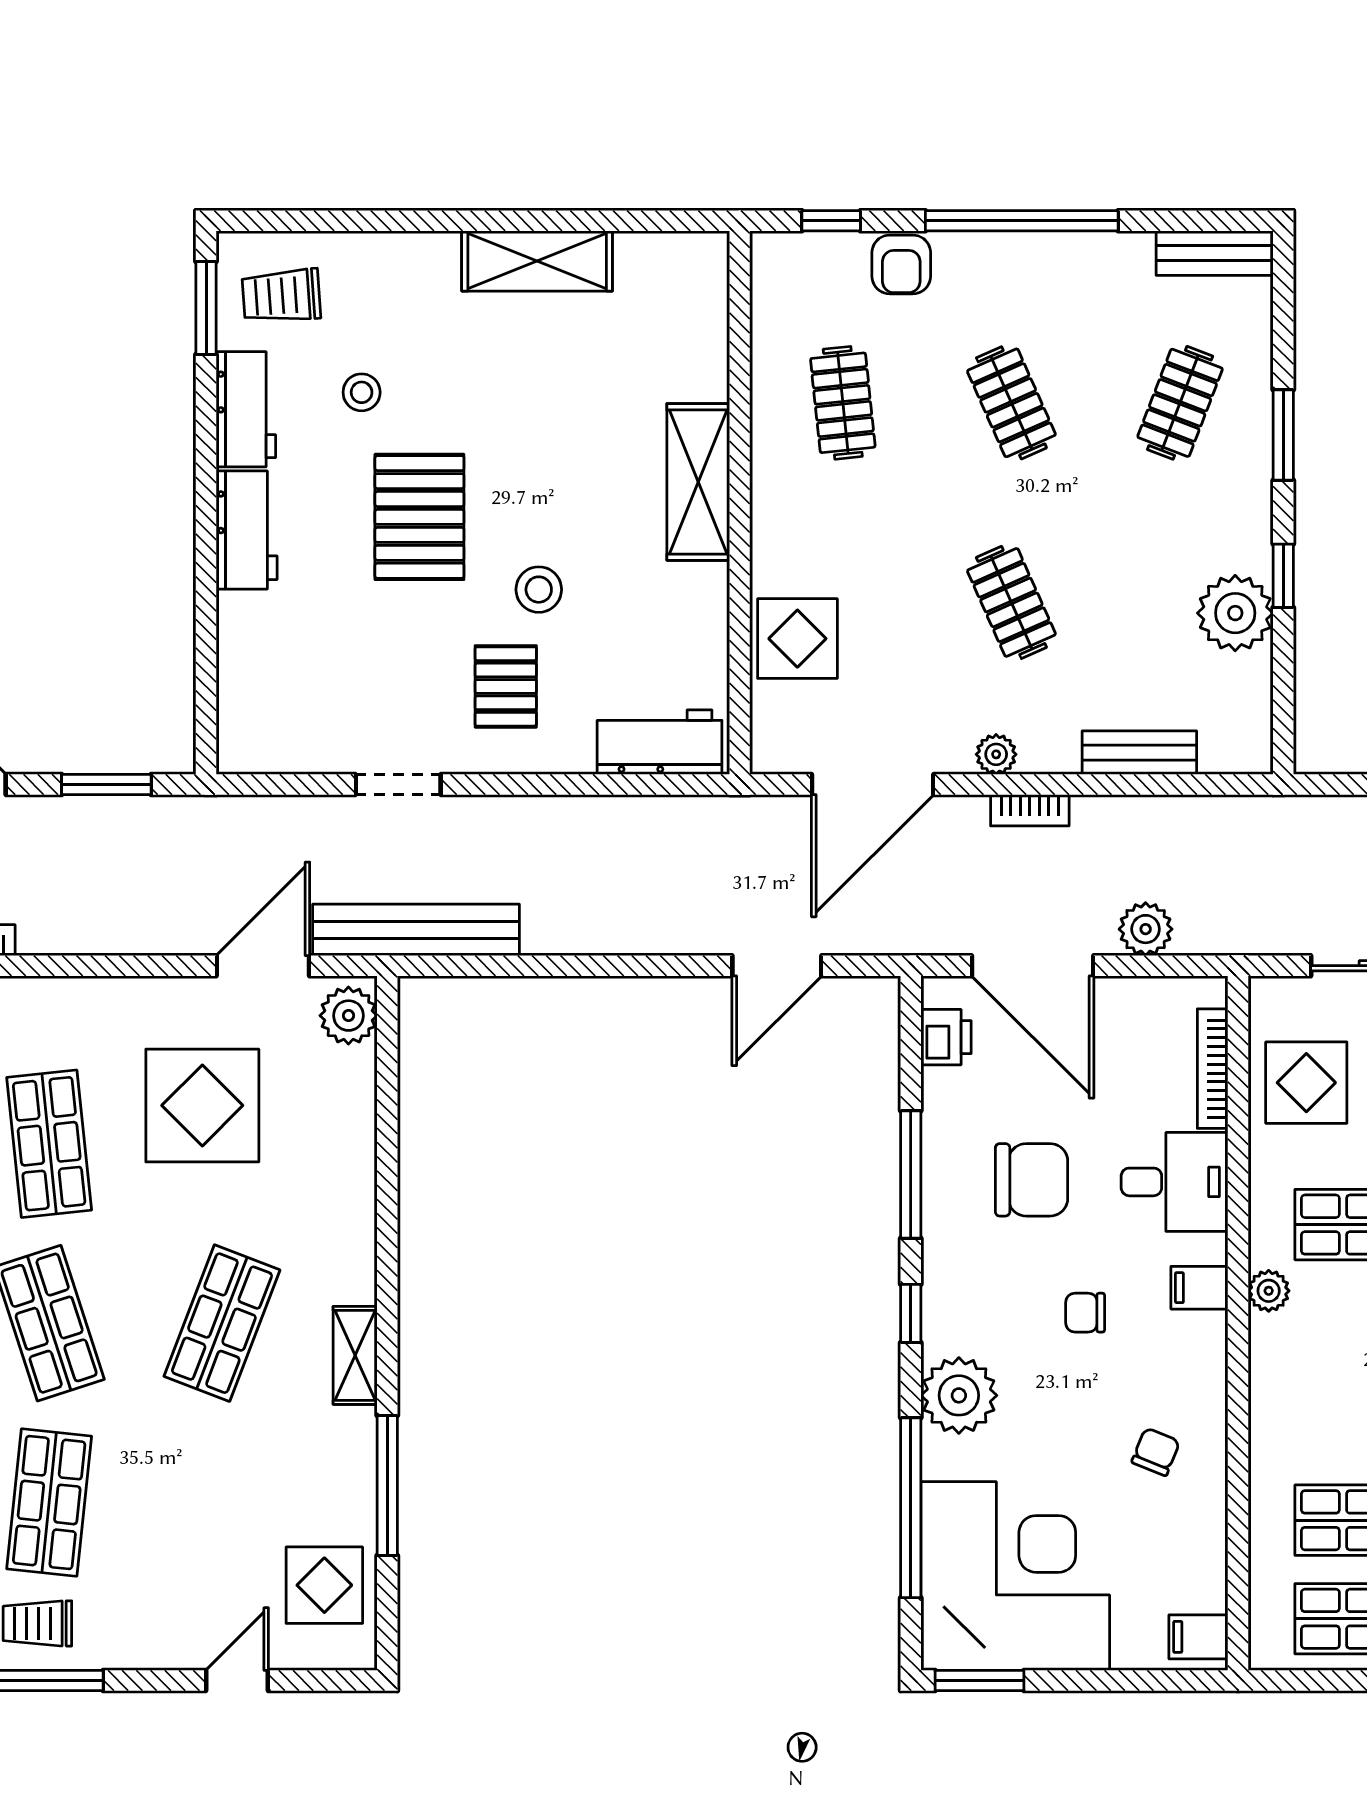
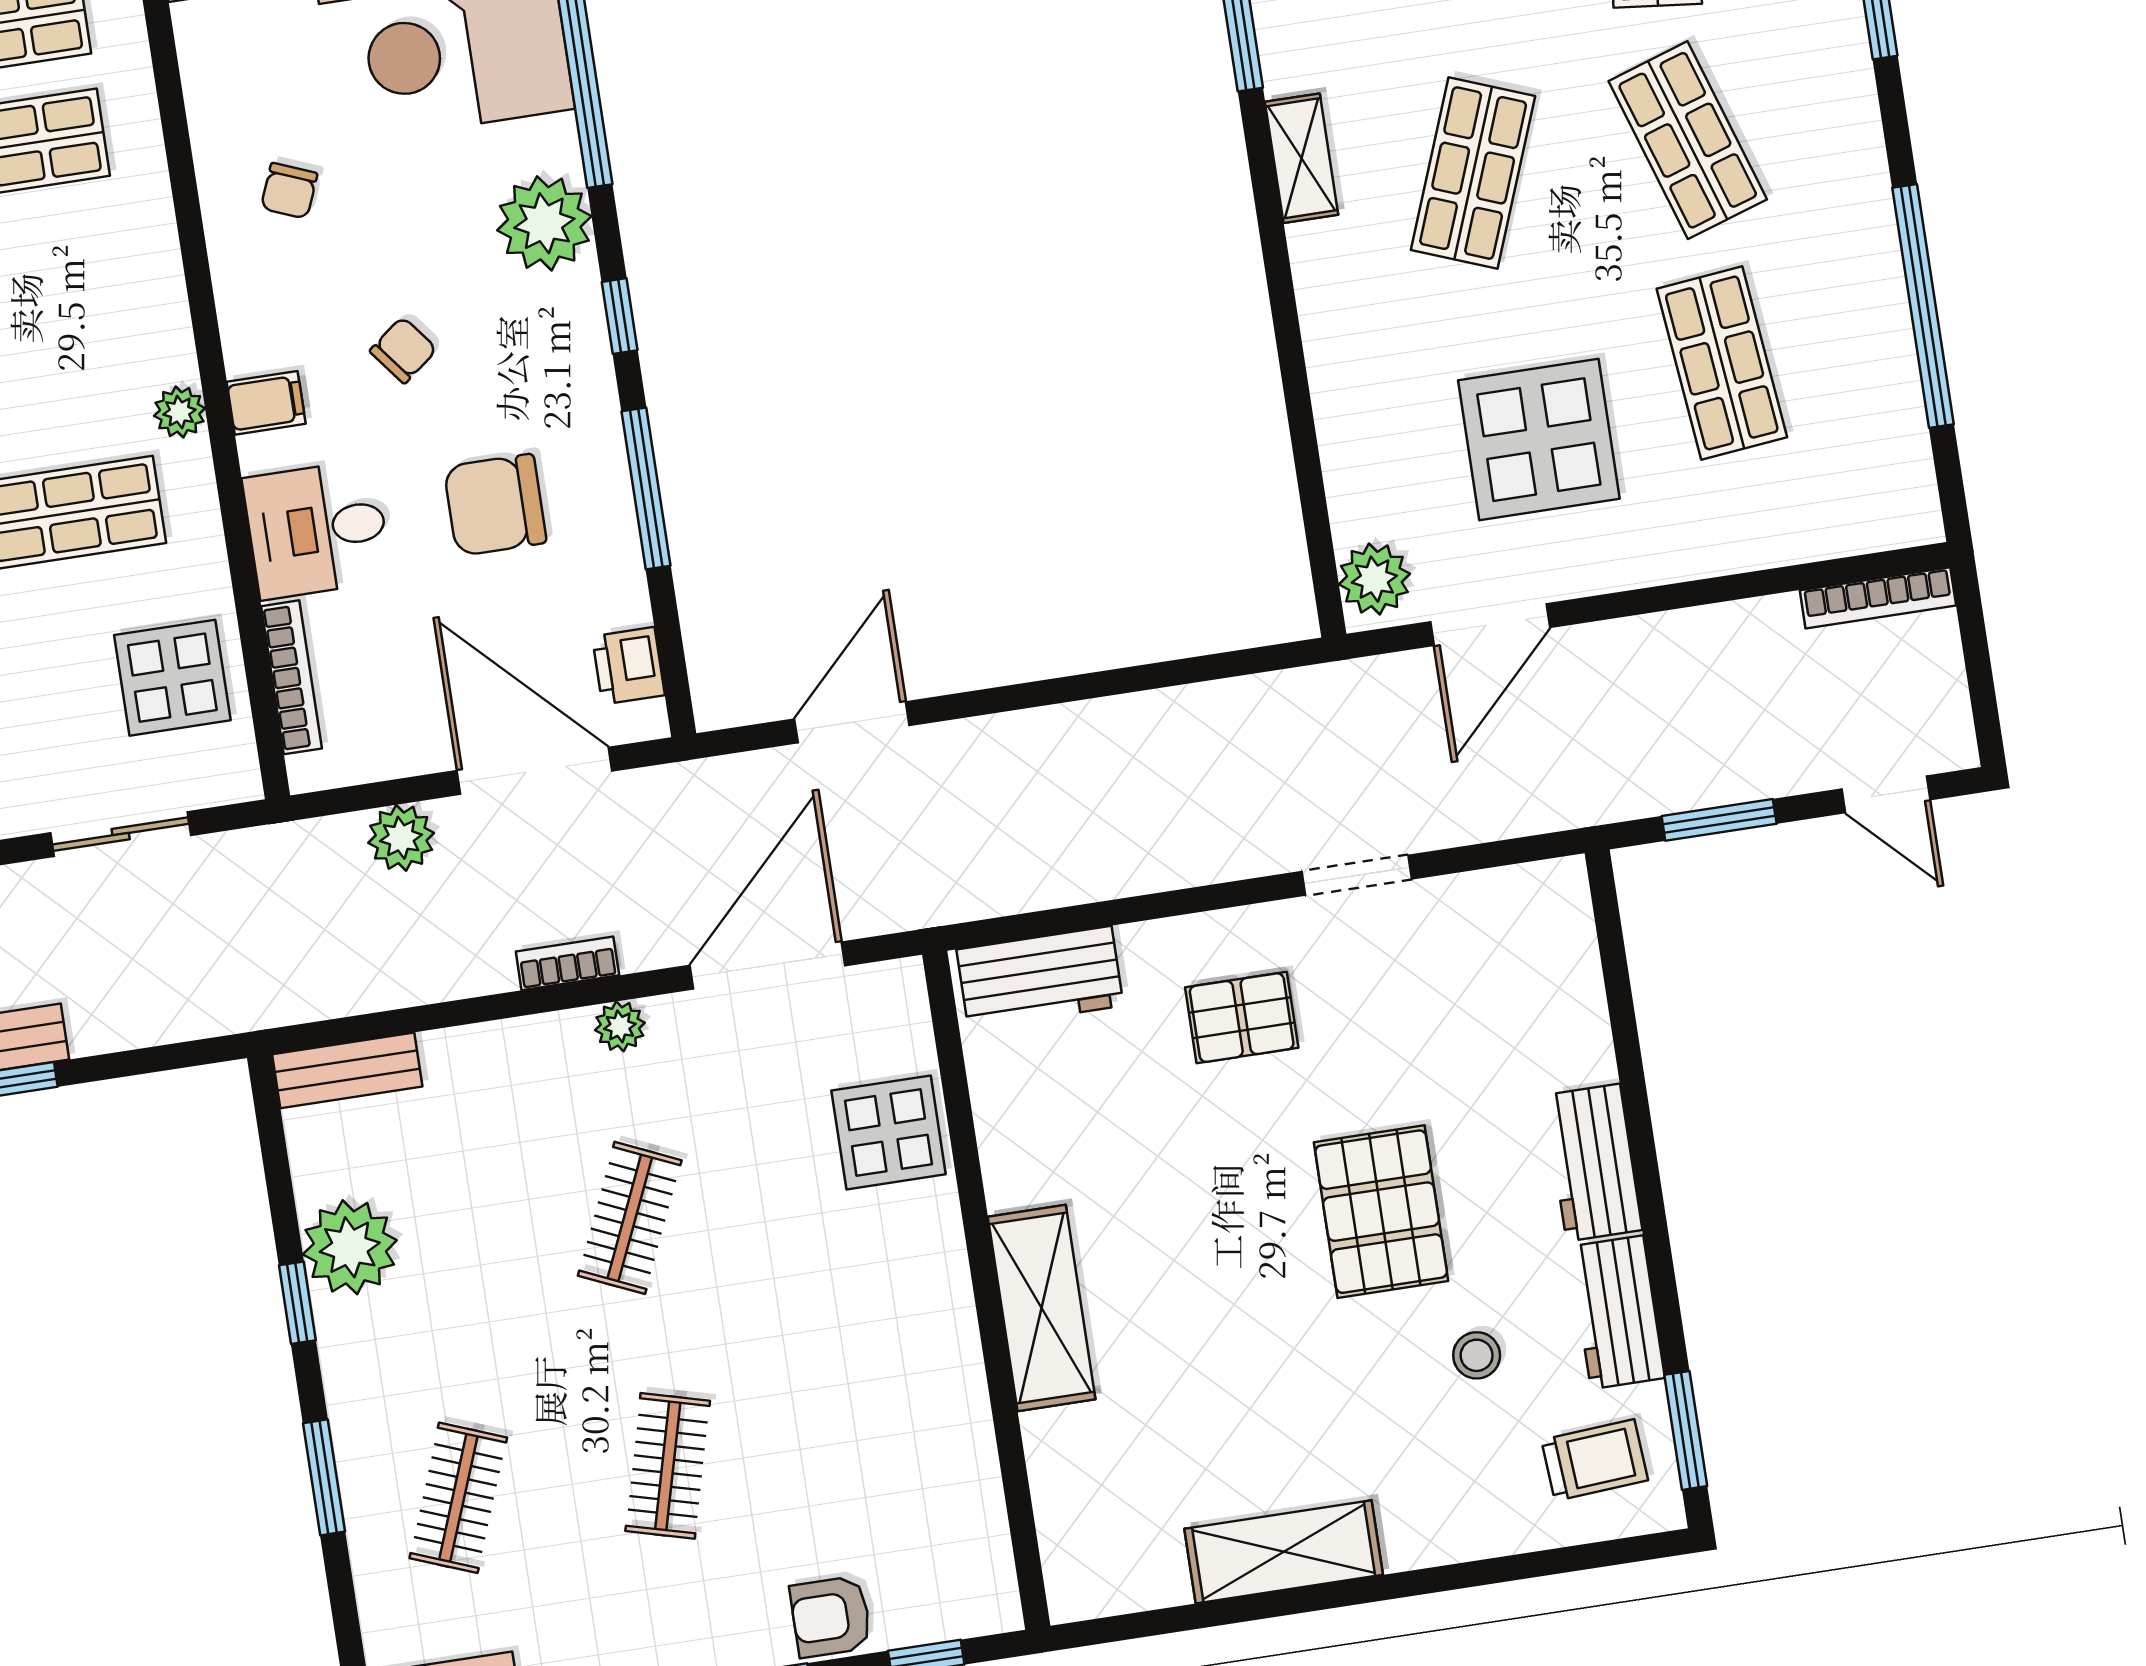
armchair: (901, 264) -> (831, 1617), turned -90
clothes rail: (843, 403) -> (877, 1434), removed
clothes rail: (1011, 403) -> (668, 1466), turned 39
stool: (539, 590) -> (1219, 1144), removed
clothes rail: (1011, 602) -> (630, 1218), turned 48
pallet: (506, 686) -> (1242, 1018), turned 90
bench: (1139, 753) -> (347, 1070), moved
bench: (416, 930) -> (1307, 698), removed
chair: (1085, 1313) -> (403, 350), turned -38

